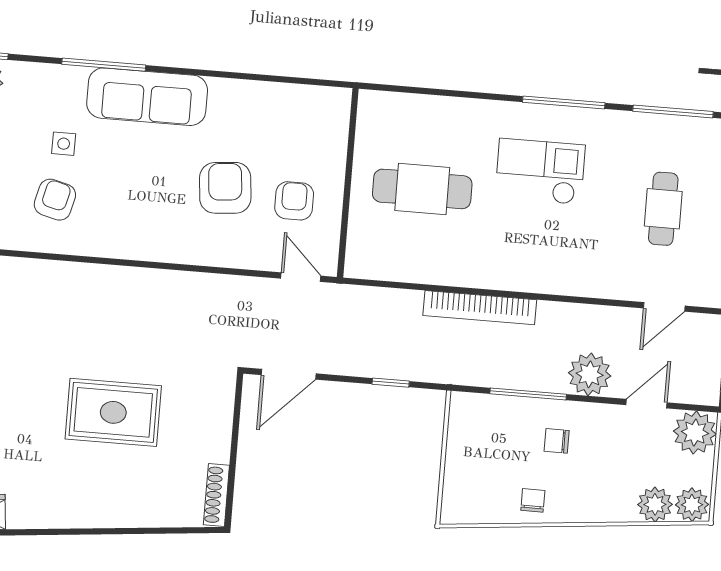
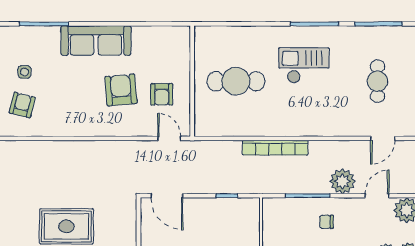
sofa: (147, 97) -> (96, 41), moved
armchair: (294, 201) -> (162, 94), turned 180
door: (289, 374) -> (167, 196), hinge flipped

